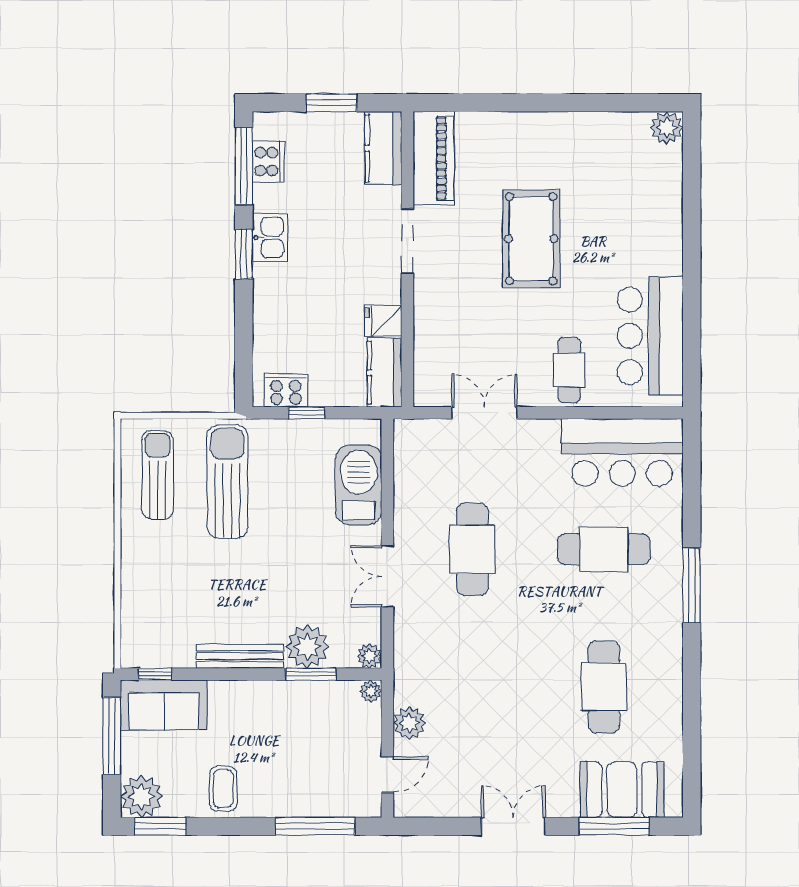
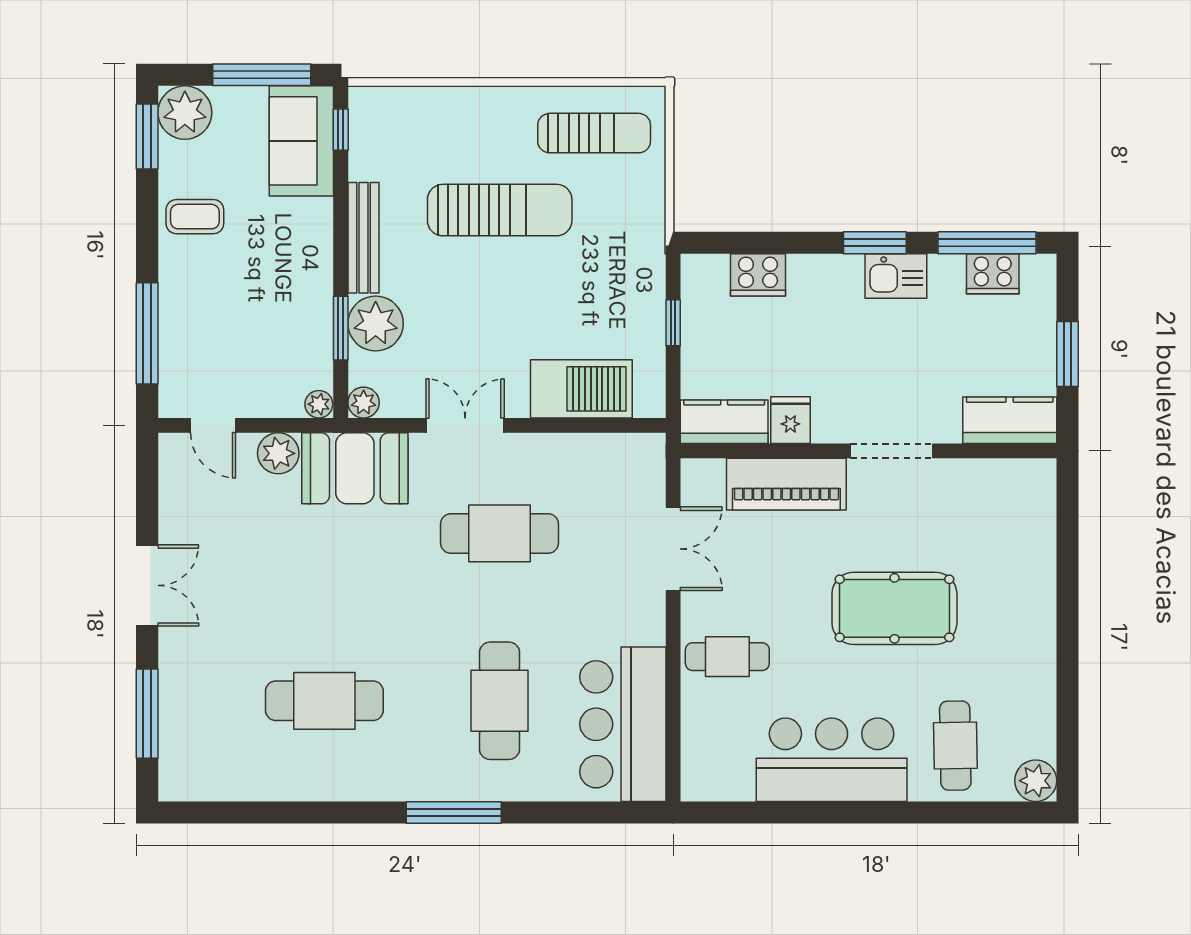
piano: (434, 158) -> (786, 484), moved
cafe table: (639, 191) -> (955, 746), added
bar counter: (650, 336) -> (832, 760), moved
cooker: (286, 390) -> (758, 275), moved, turned 90
sun lounger: (227, 482) -> (500, 210), moved
booth: (622, 790) -> (355, 468), moved, turned 90

